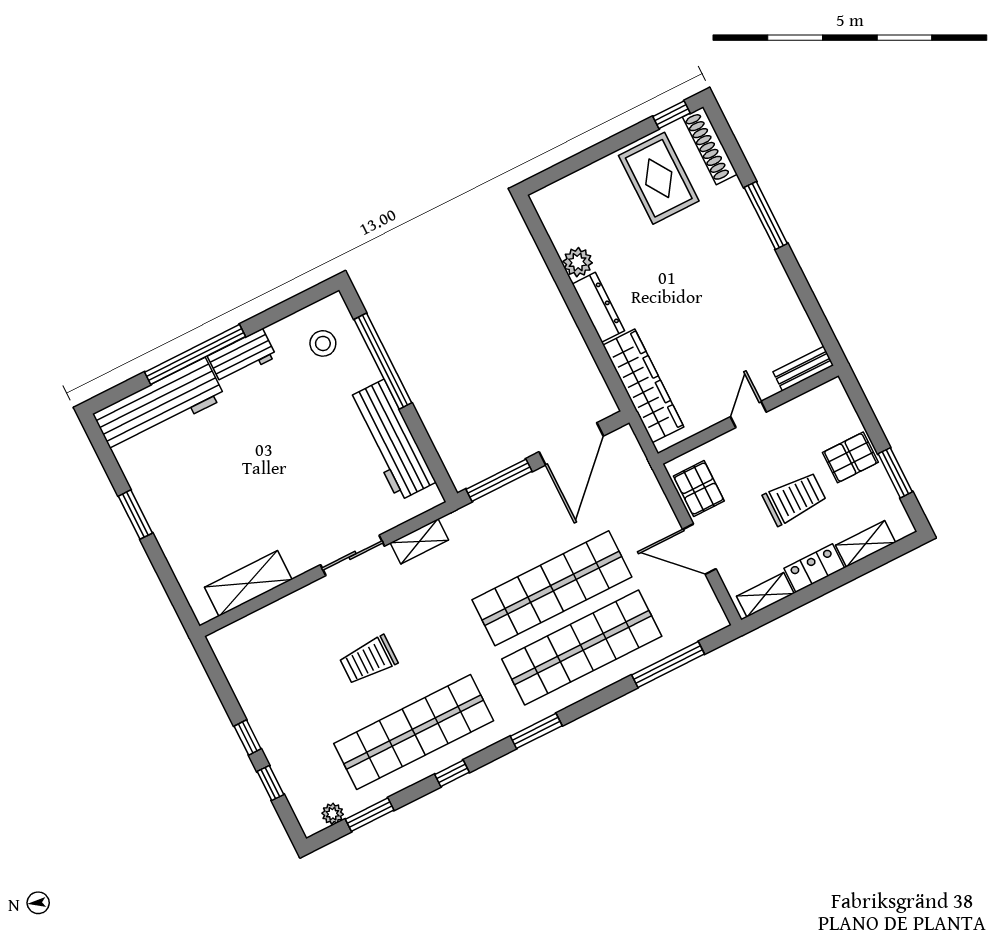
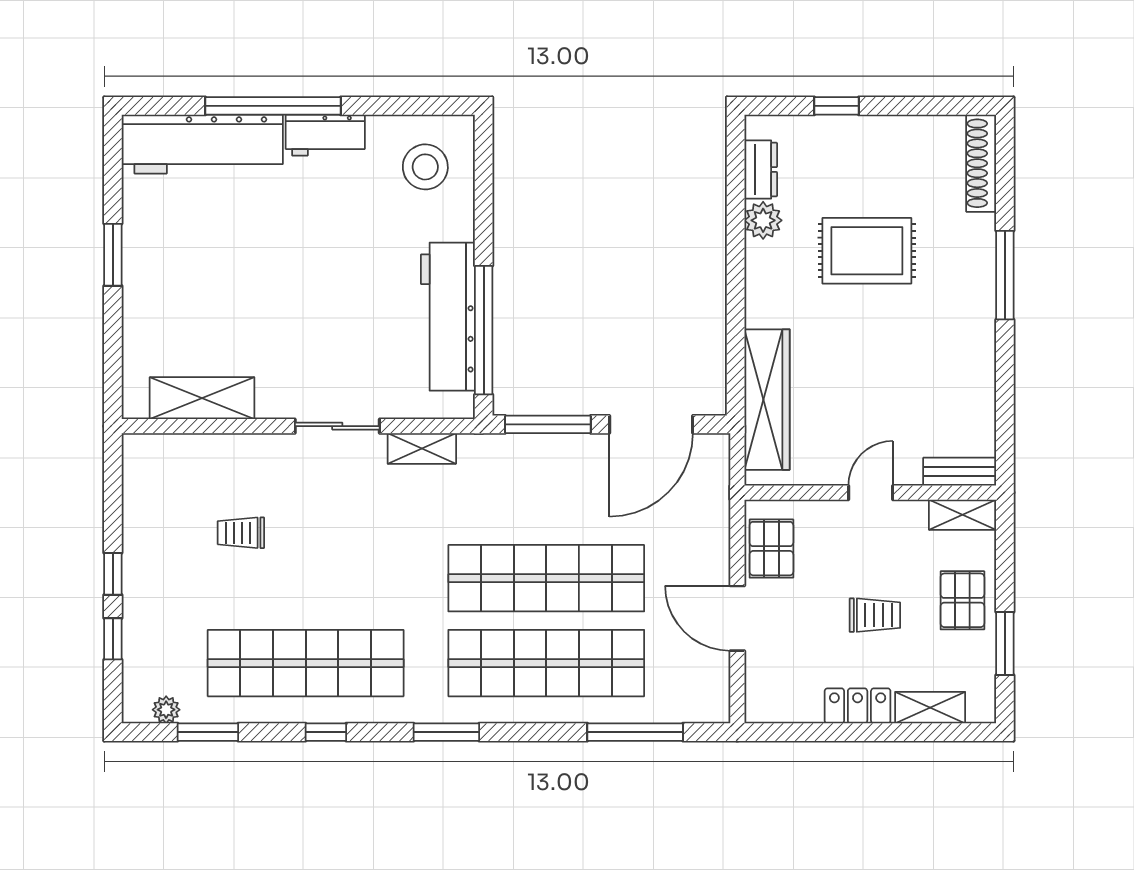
window: (671, 115) -> (836, 106), moved
rug: (659, 178) -> (867, 251), moved, turned 90
dresser: (598, 307) -> (761, 170), moved, width x0.70
stool: (323, 343) -> (425, 167), width x1.38, depth x1.38
window: (383, 361) -> (484, 330), moved
pallet: (850, 457) -> (962, 600), turned 90
trolley: (795, 499) -> (875, 615), width x0.73, depth x0.72
shelving: (765, 595) -> (962, 515), moved
trolley: (369, 660) -> (241, 533), moved, width x0.73, depth x0.72

